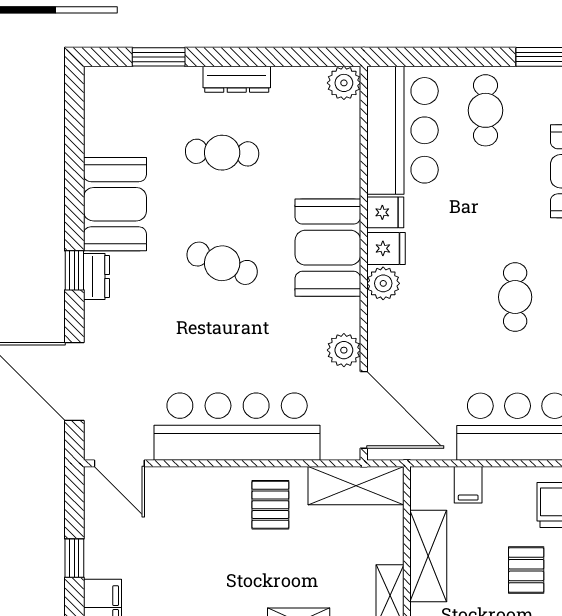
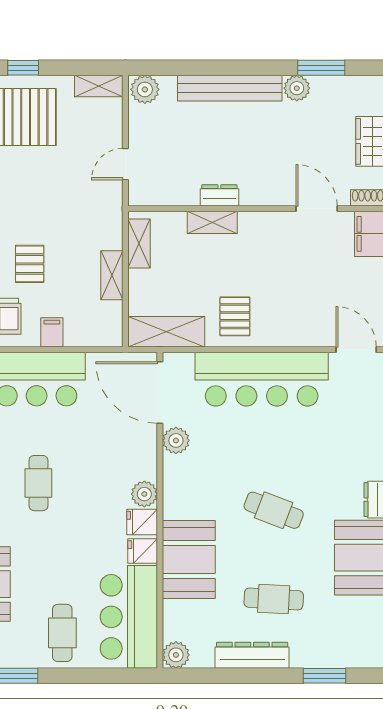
dresser: (237, 79) -> (252, 655), width x1.37, depth x1.24
booth: (328, 248) -> (189, 559), moved
filing cabinet: (468, 485) -> (52, 332), moved
shelving: (428, 556) -> (112, 275), width x0.67, depth x0.75

